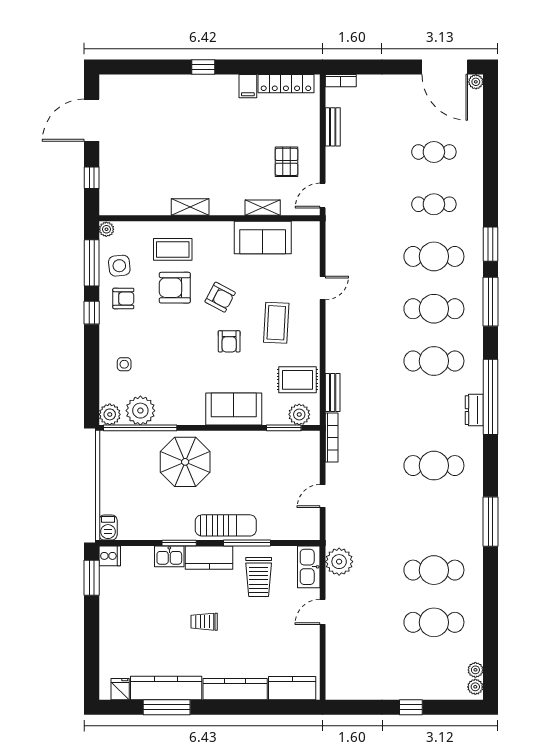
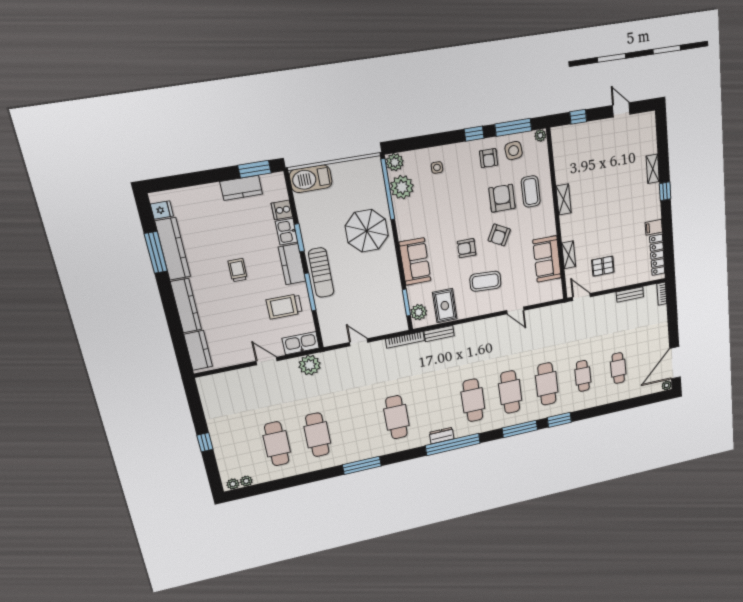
shelving: (171, 83) -> (653, 169), added
door: (92, 120) -> (621, 110), width x0.53
barbecue: (108, 528) -> (311, 179), width x1.88, depth x1.53
cooker: (110, 556) -> (282, 210), moved, turned 90
kitchen counter: (110, 597) -> (241, 188), added

